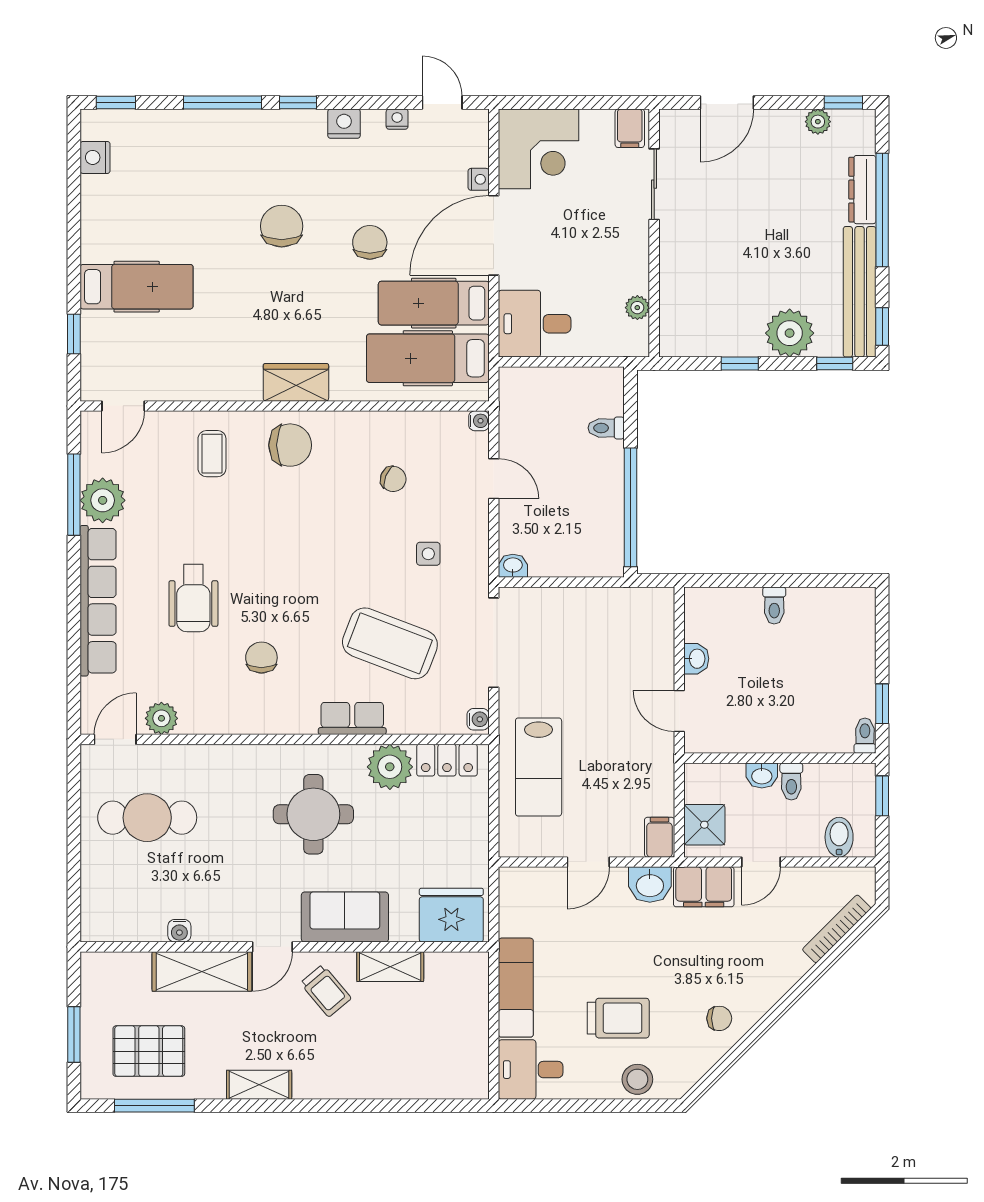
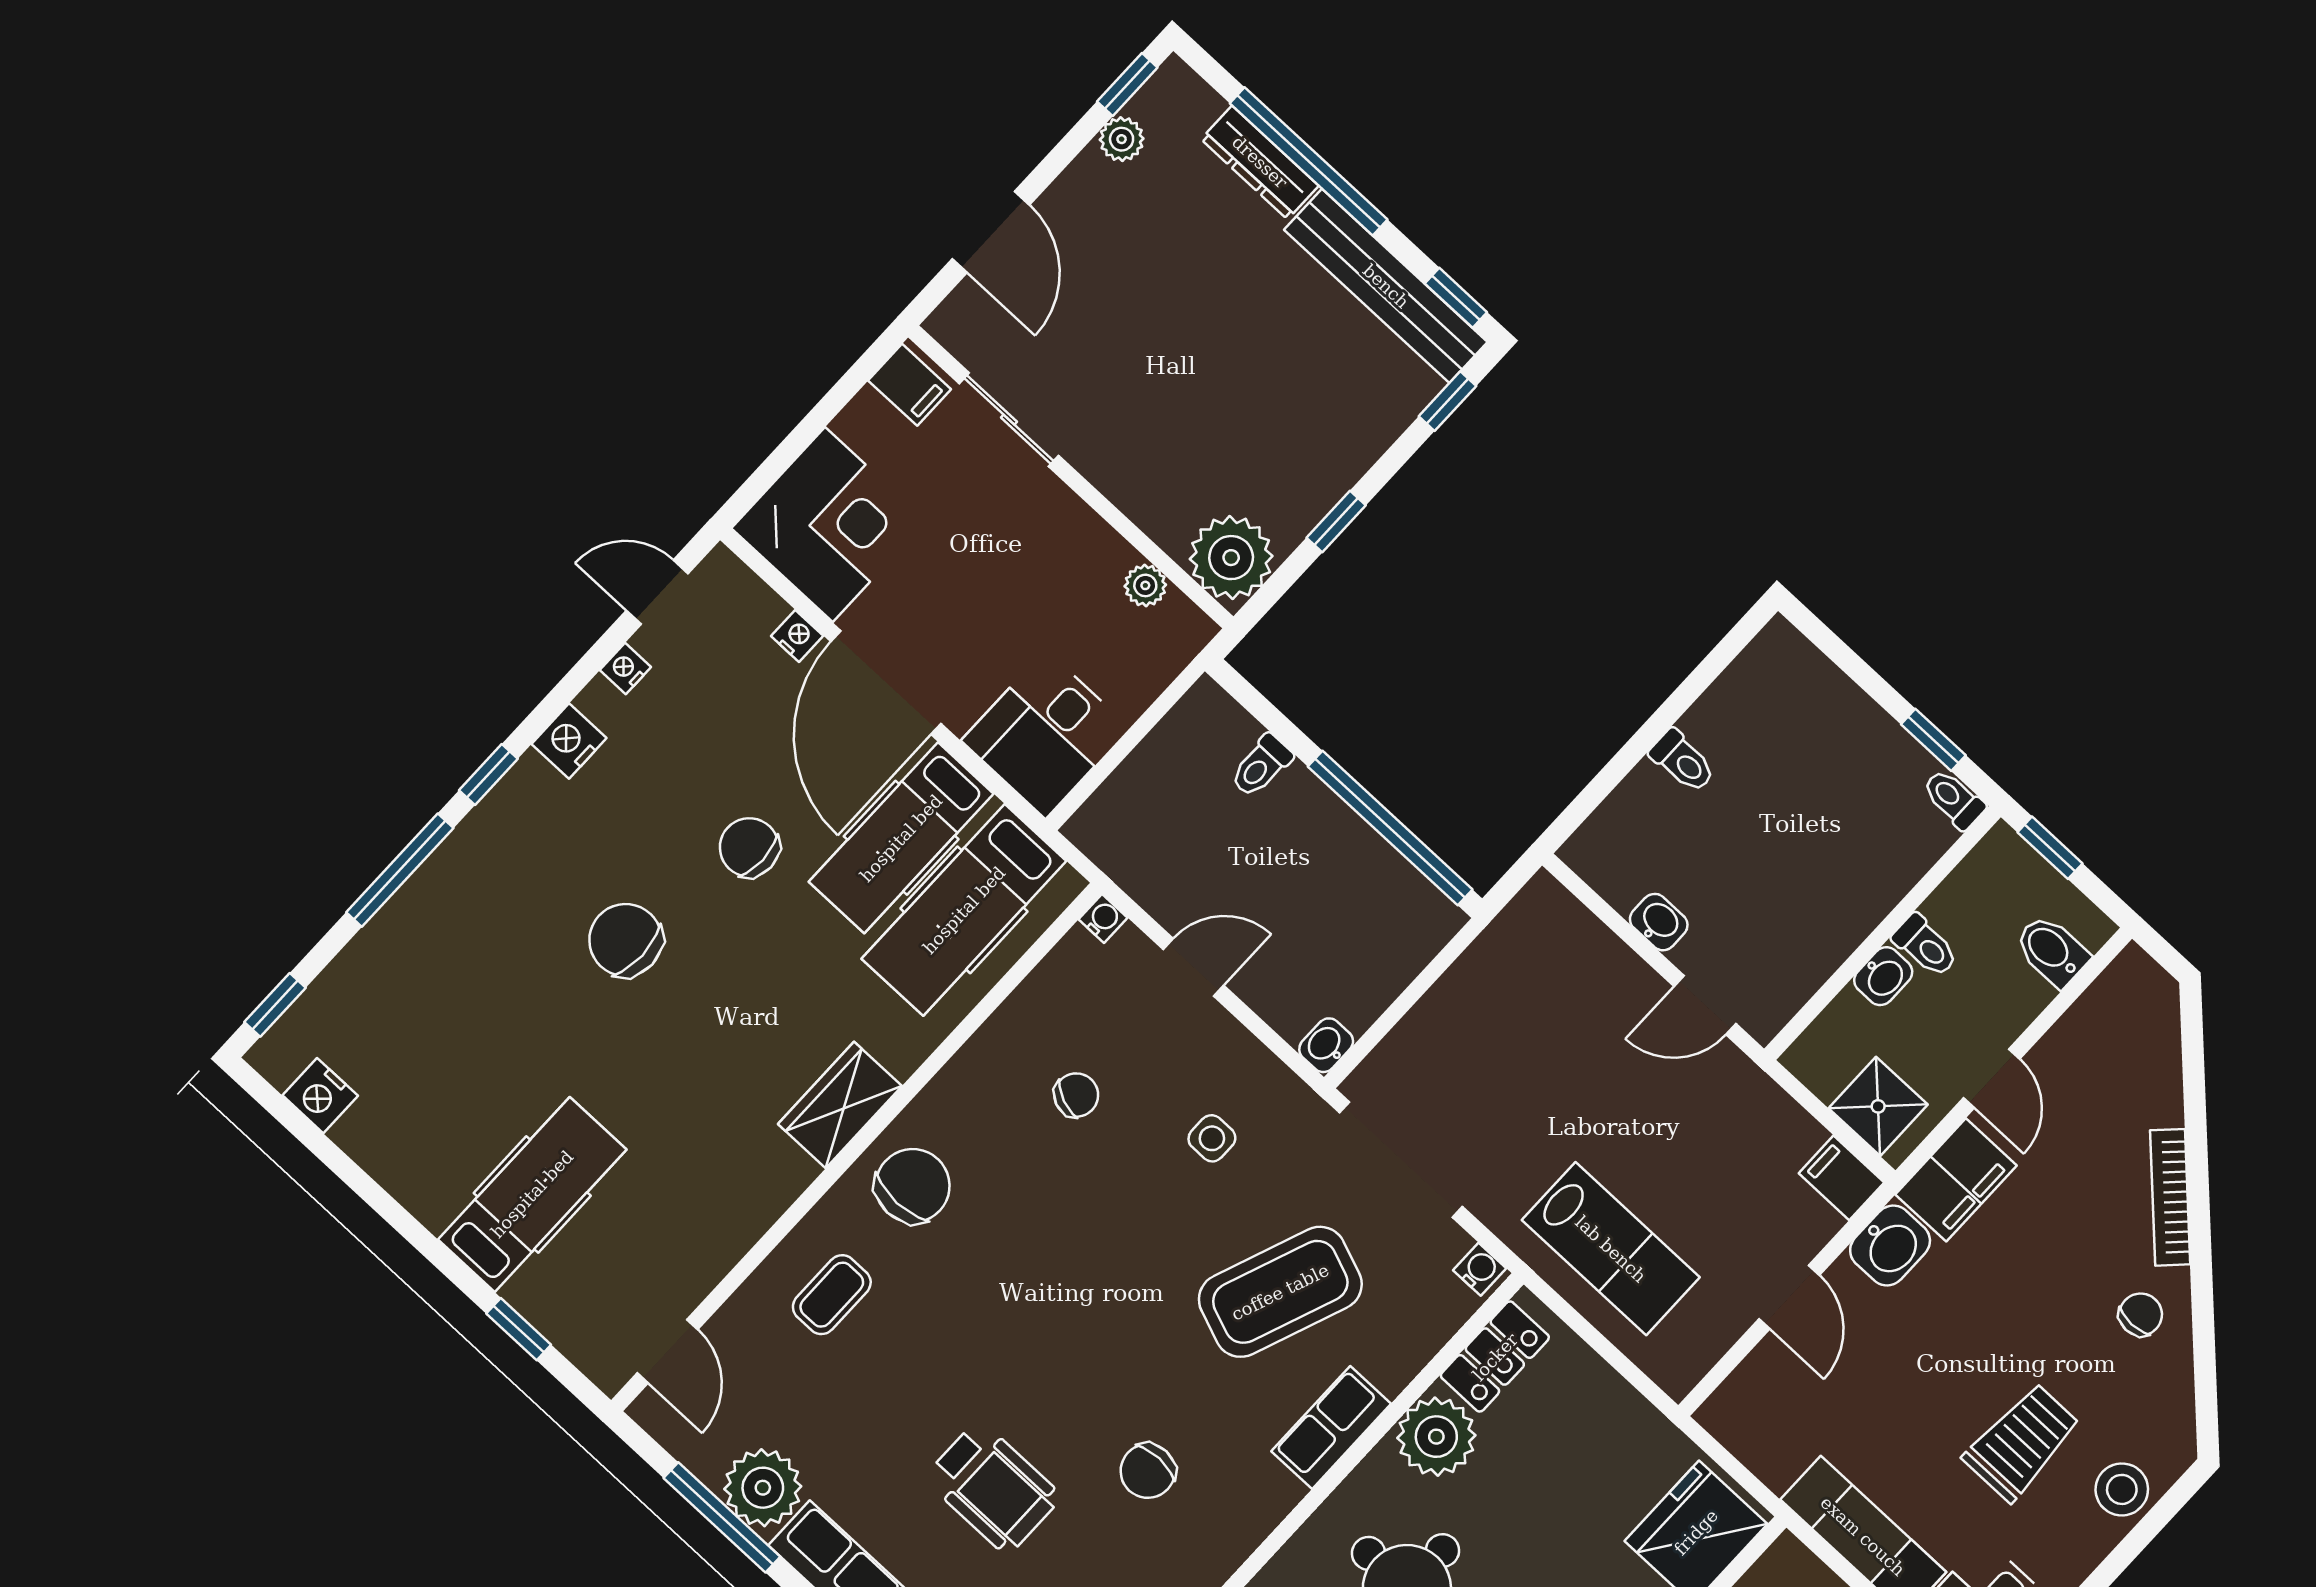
plant: (790, 333) -> (1231, 558), moved
coffee table: (212, 454) -> (832, 1295), turned 90
chair: (261, 658) -> (1148, 1471), turned -90
bookcase: (837, 929) -> (2170, 1197), moved

